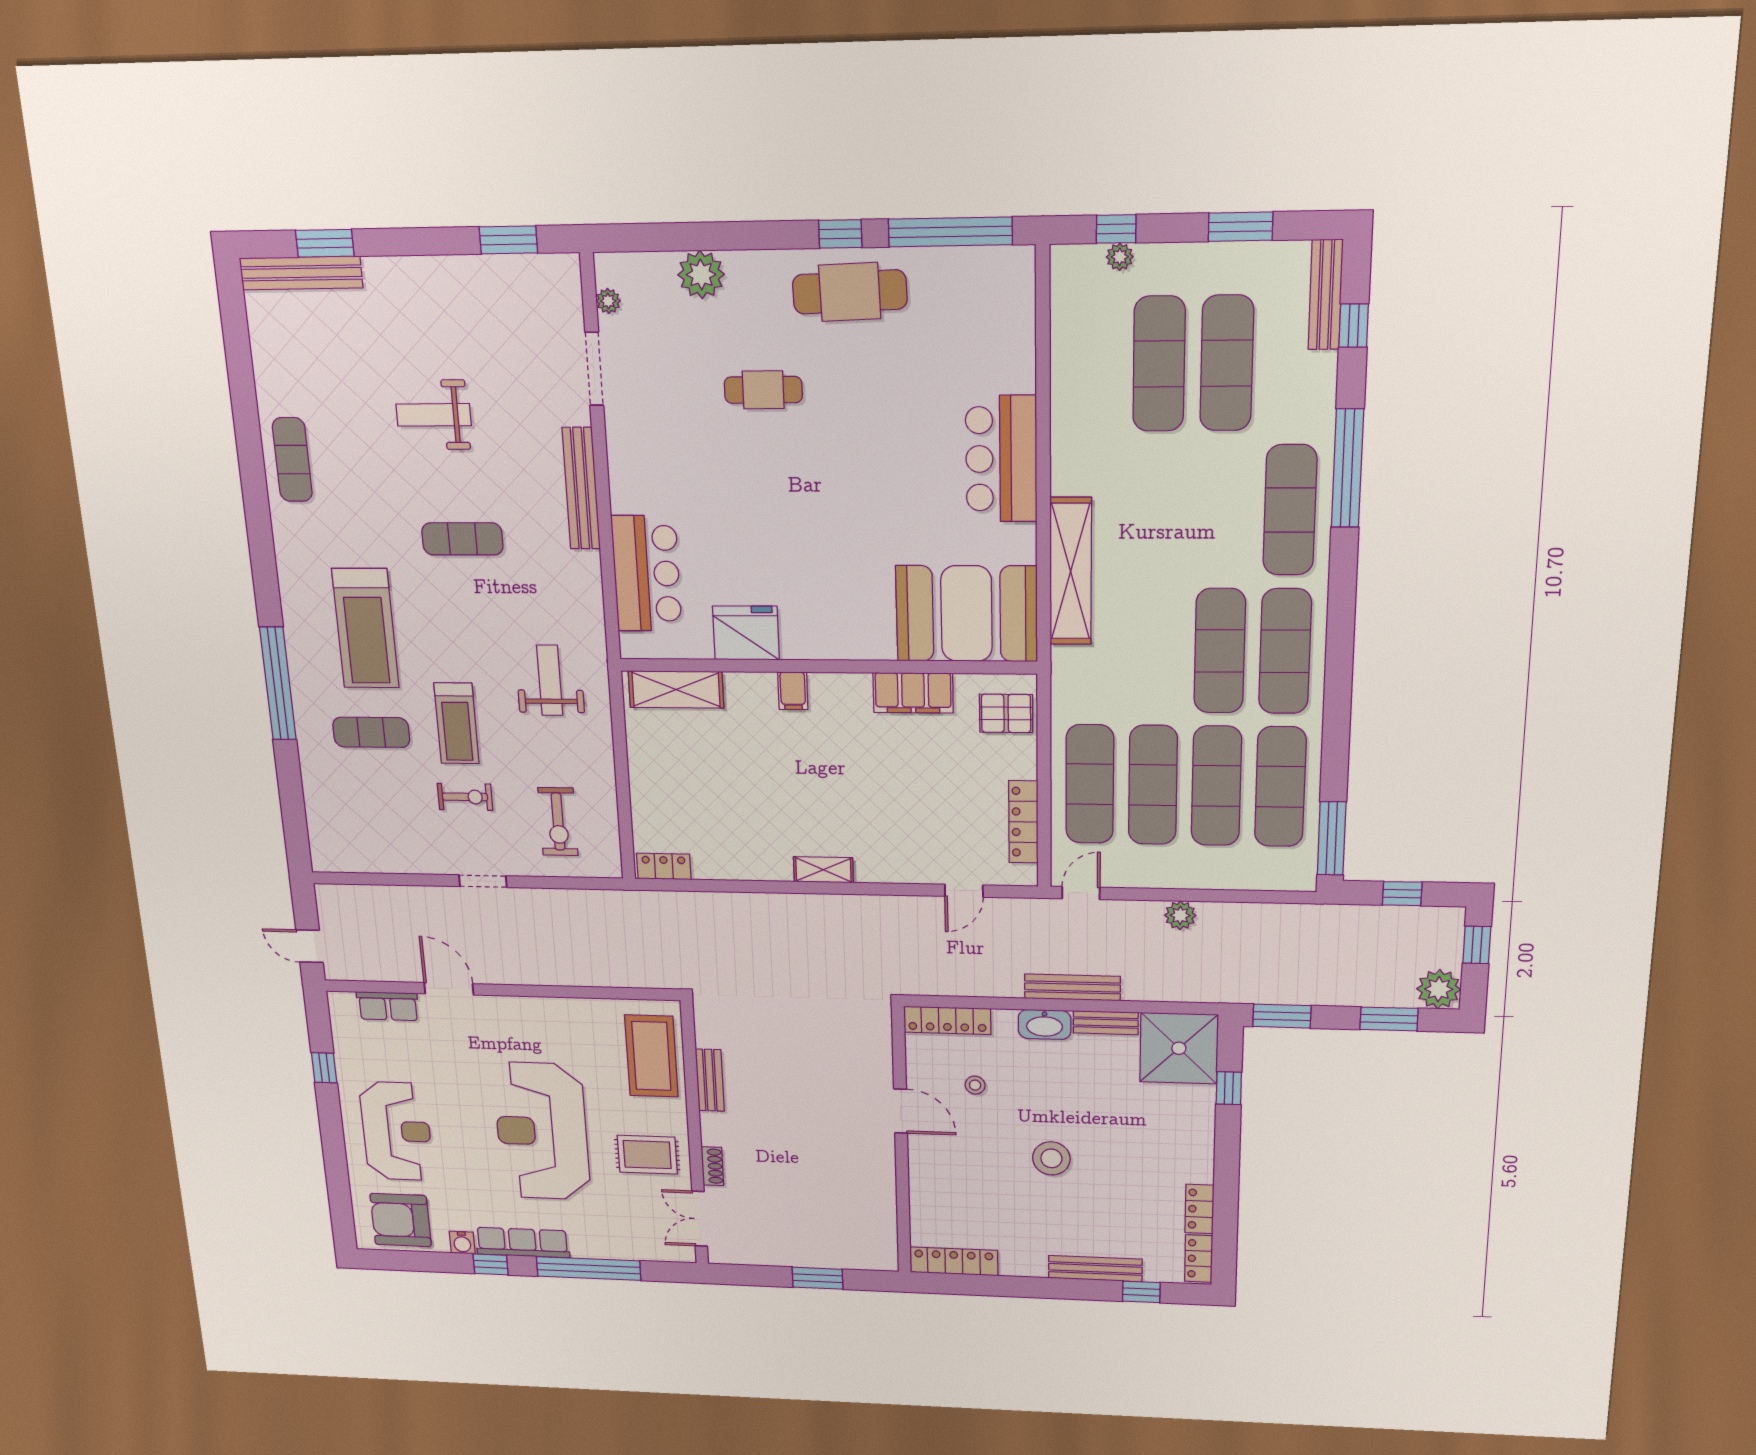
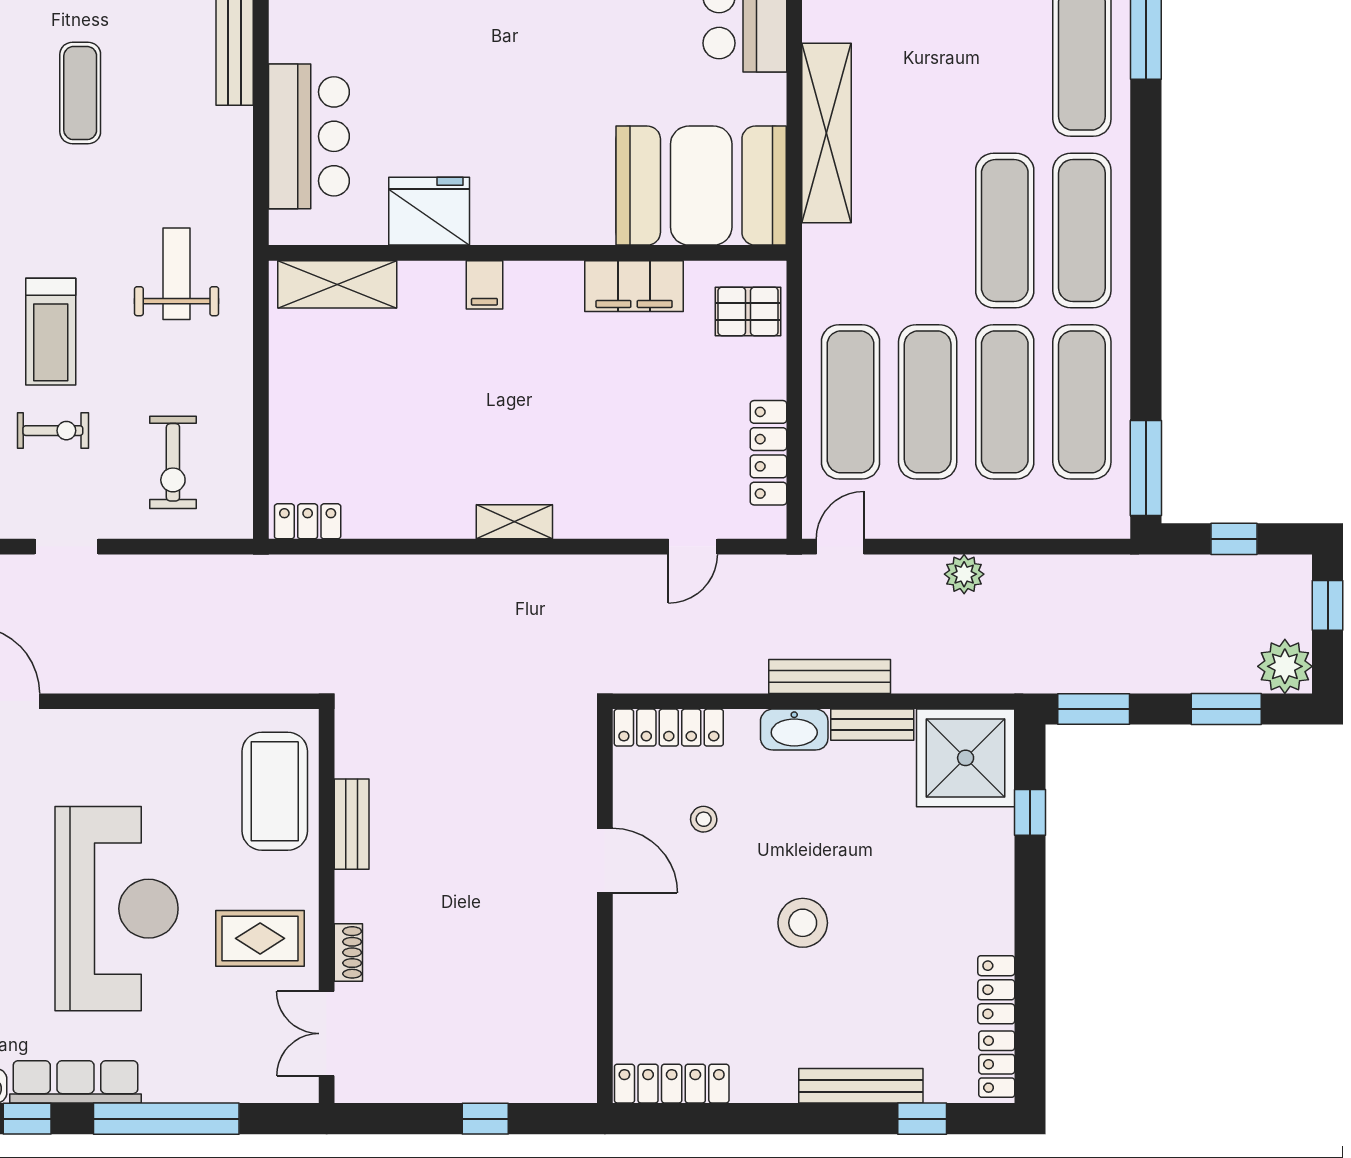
exercise mat: (462, 539) -> (80, 93), turned 90
reception desk: (542, 1131) -> (117, 909), turned 180
window: (818, 1278) -> (485, 1119), width x0.67

